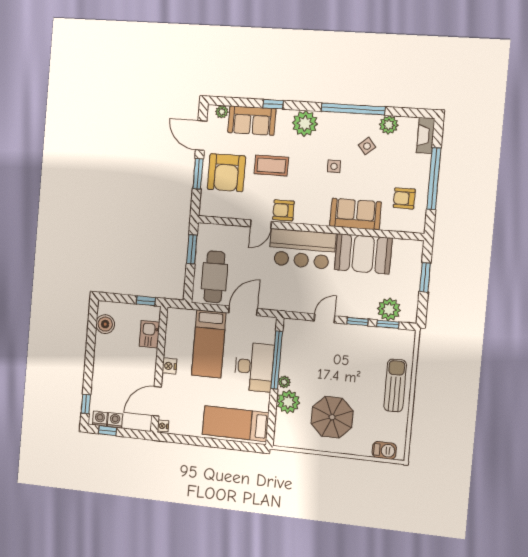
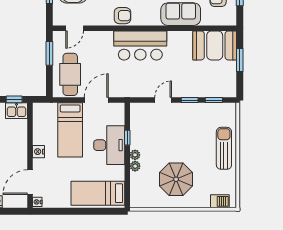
armchair: (283, 210) -> (122, 16), turned 180
door: (261, 224) -> (75, 28), moved
booth: (363, 254) -> (215, 45), moved
plant: (389, 309) -> (214, 88), removed
kitchen sink: (150, 334) -> (16, 111), moved, turned -90
window: (277, 360) -> (127, 138), width x0.32
plant: (288, 402) -> (135, 166), width x0.53, depth x0.53

